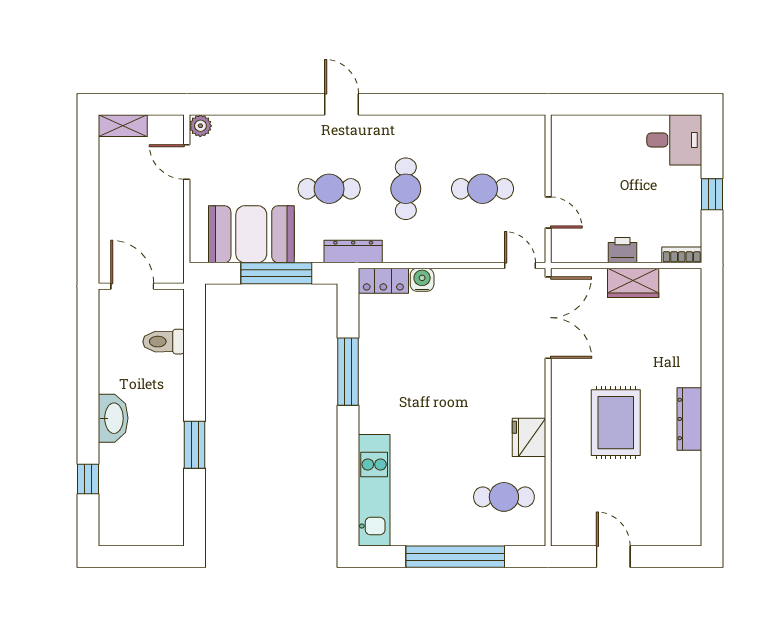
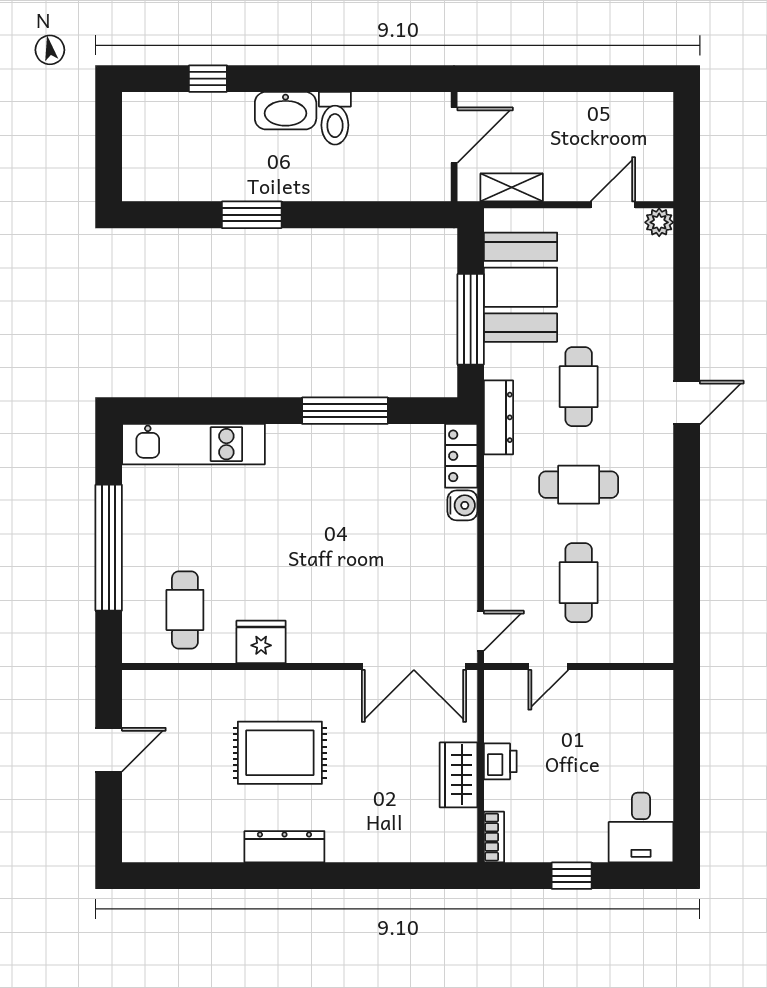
shelving: (123, 126) -> (512, 187), moved, turned 90
toilet: (164, 342) -> (335, 118), moved, turned 180

